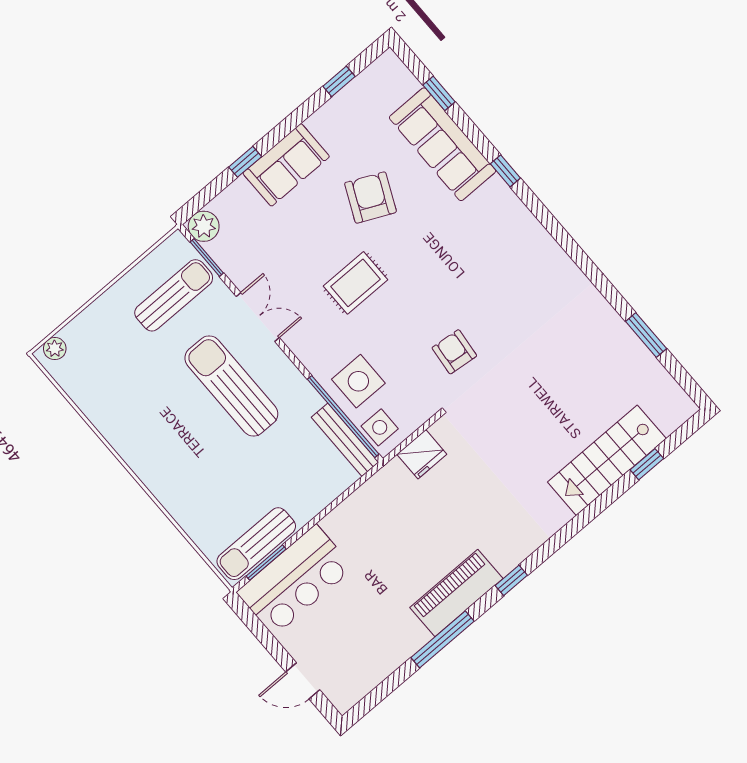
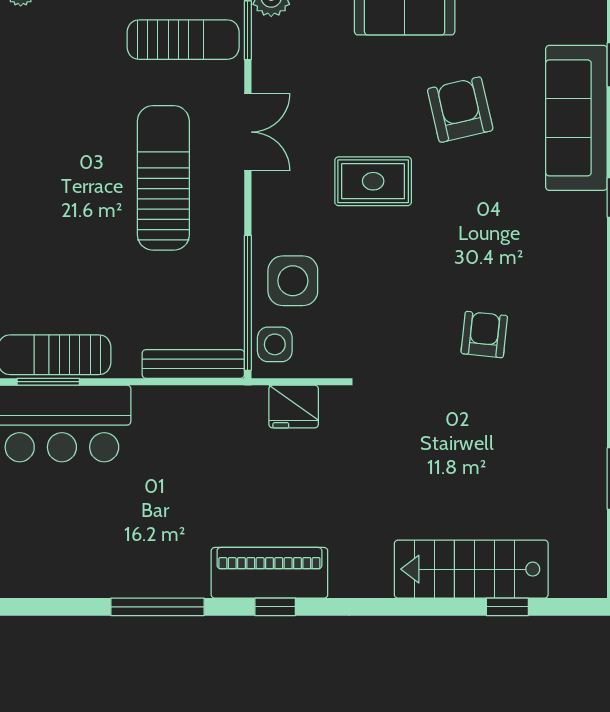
armchair: (370, 198) -> (460, 110), turned -38
armchair: (454, 352) -> (484, 335), moved
bench: (345, 440) -> (193, 364), moved, turned 90
piano: (456, 593) -> (269, 573), moved

